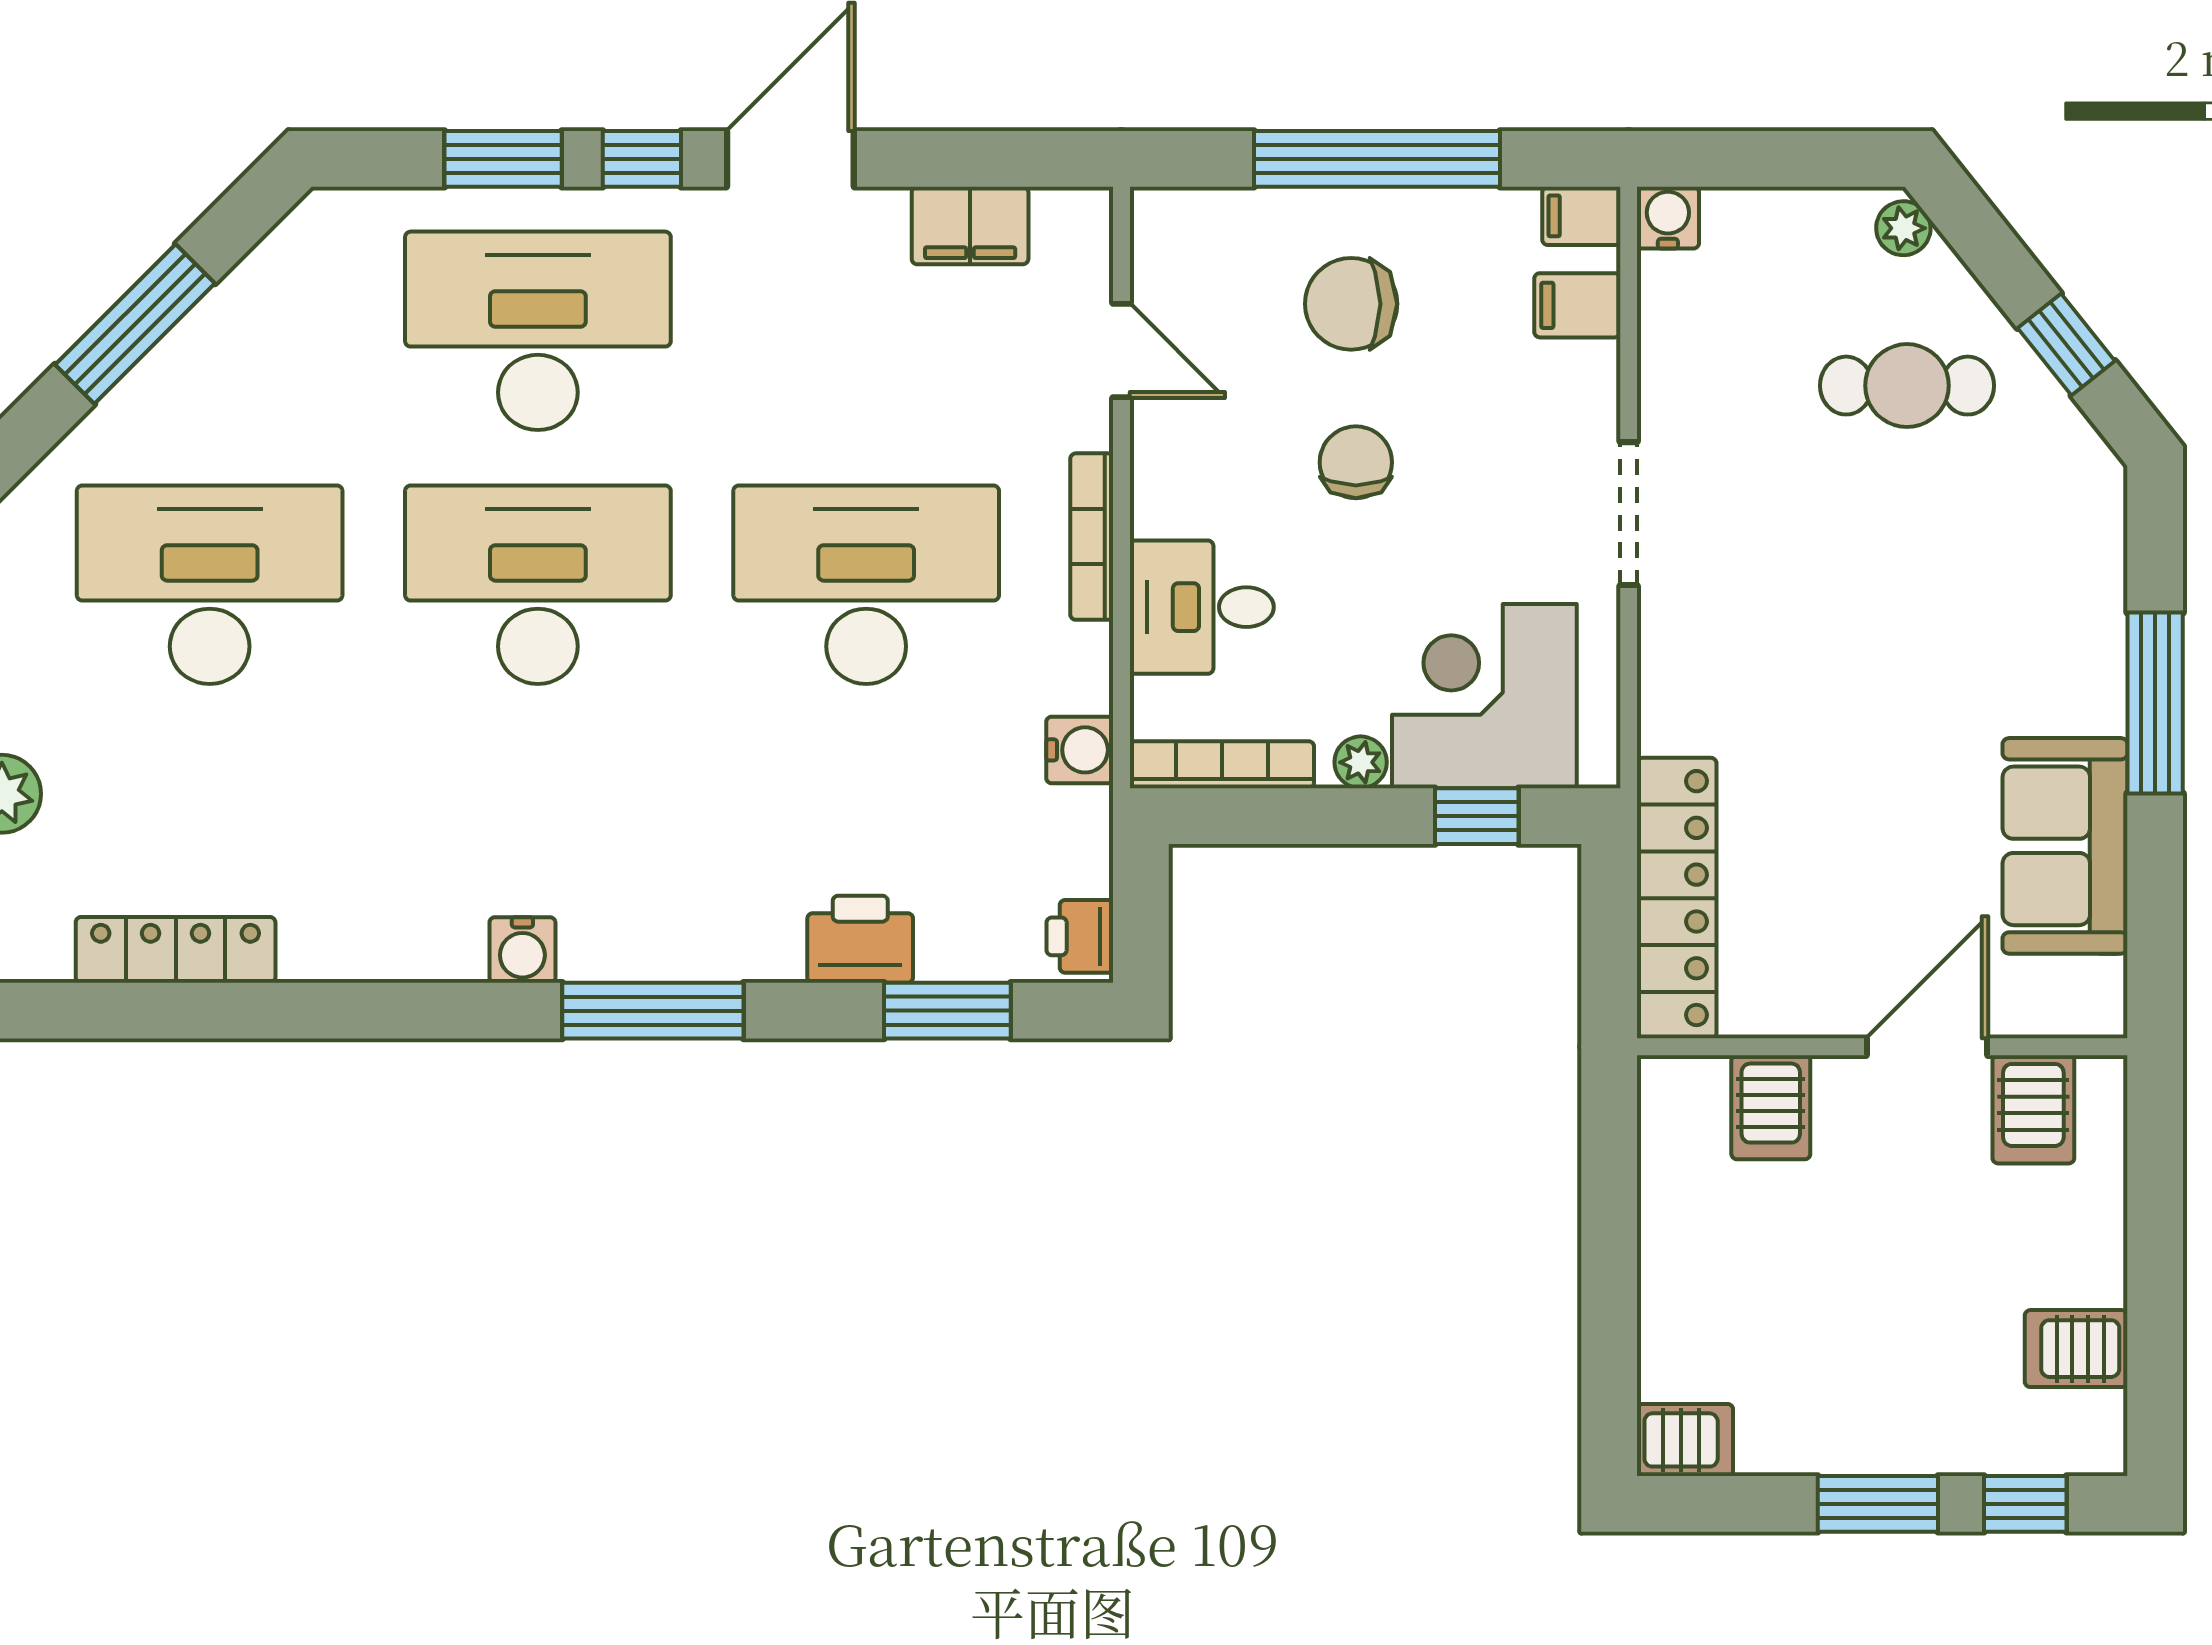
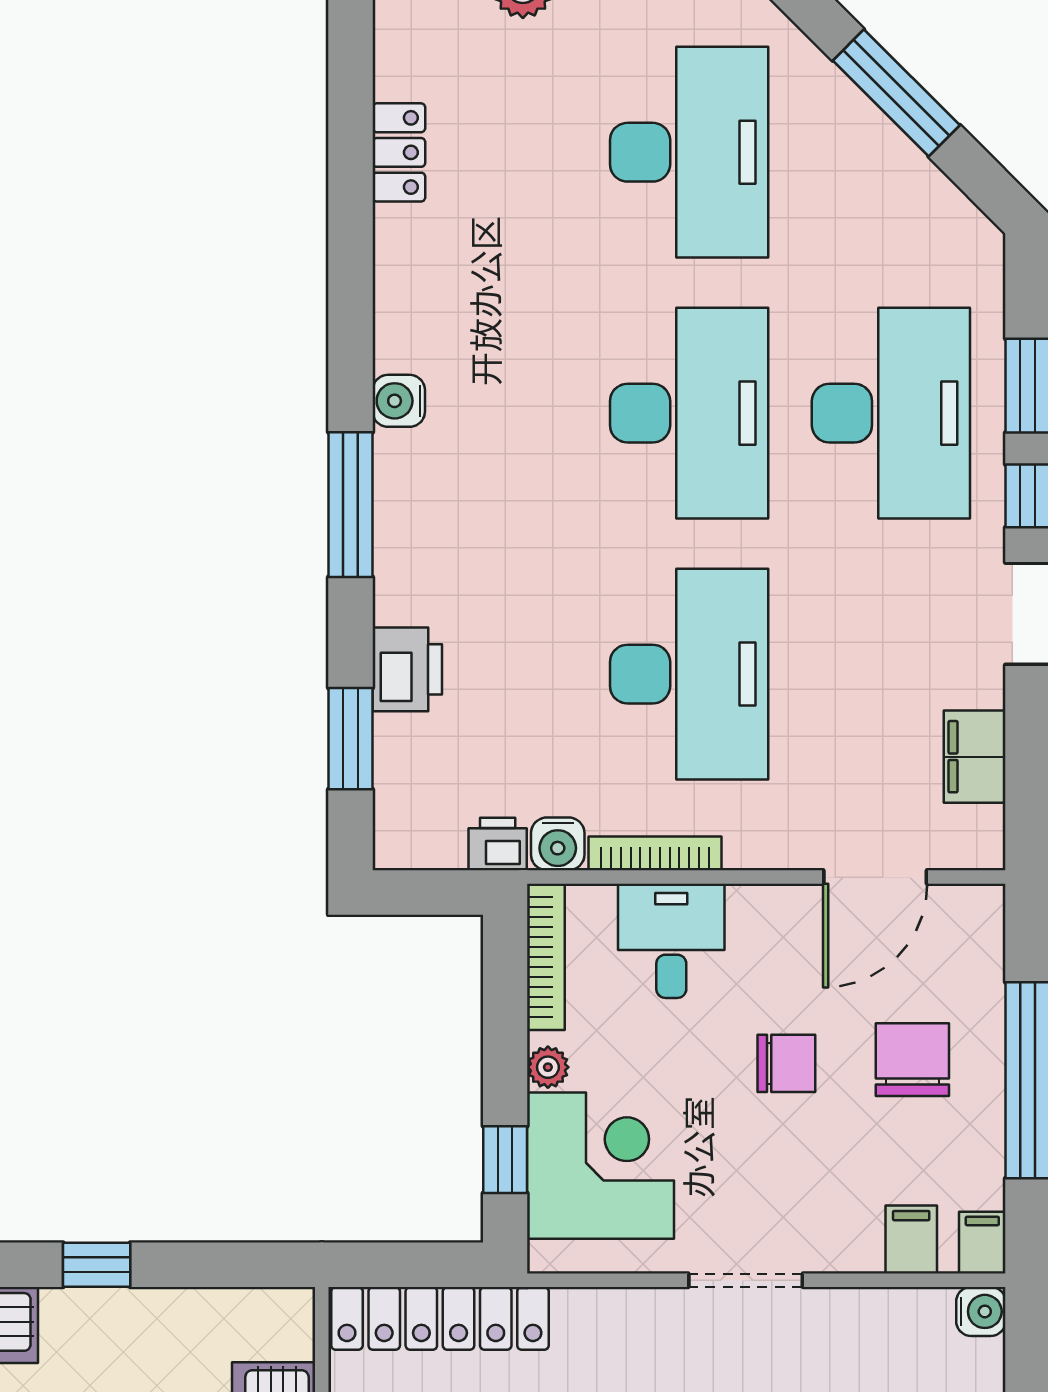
door: (1121, 351) -> (875, 877), width x1.38
bookcase: (1092, 537) -> (655, 853), moved
printer: (1080, 936) -> (498, 844), moved
locker: (176, 950) -> (399, 152), width x0.66
window: (1609, 1330) -> (97, 1265), added

